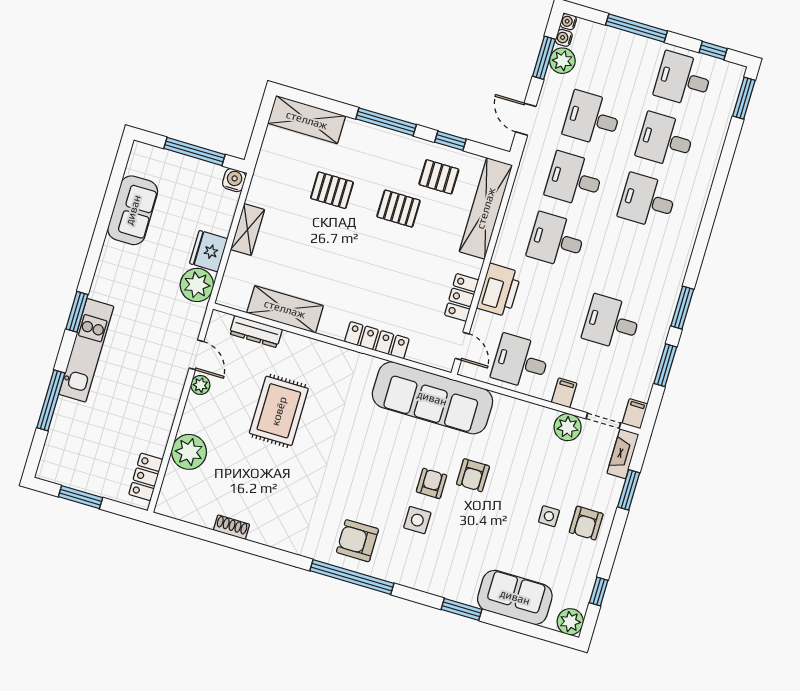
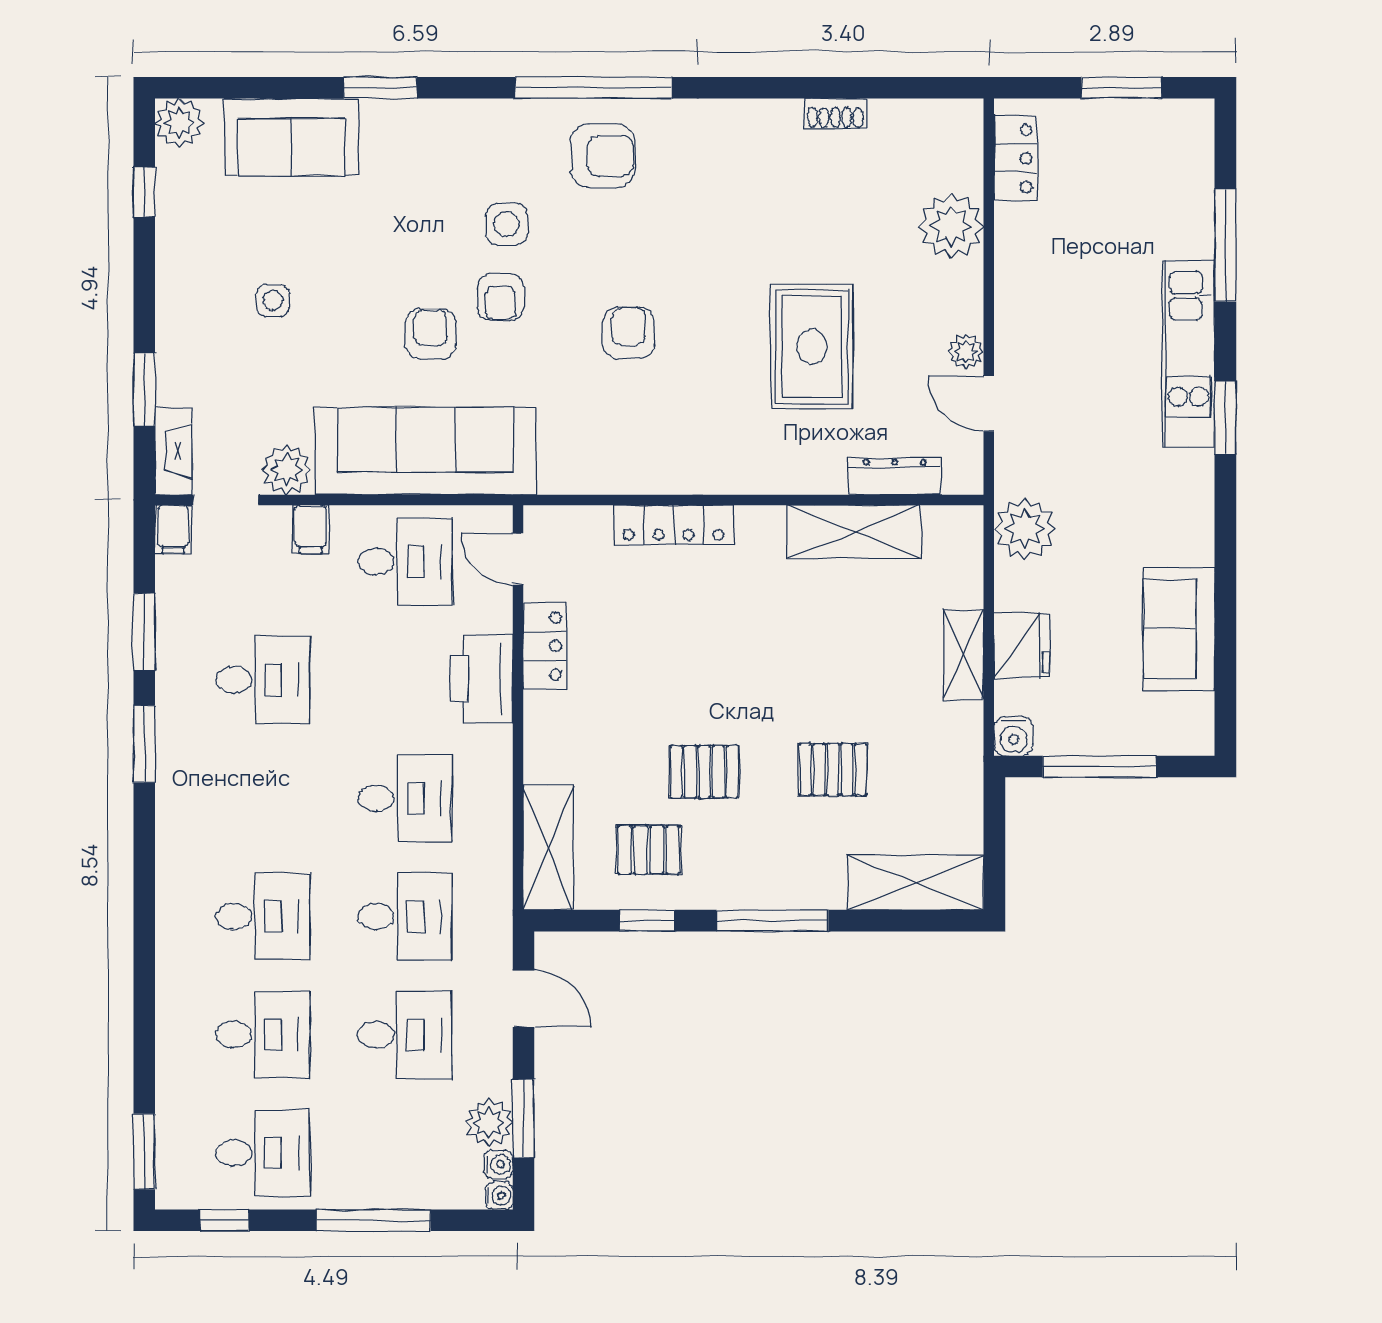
shelving: (486, 208) -> (548, 847), width x0.68
fridge: (209, 251) -> (1022, 645), moved
sofa: (432, 398) -> (426, 451), moved
armchair: (586, 523) -> (629, 333), moved

